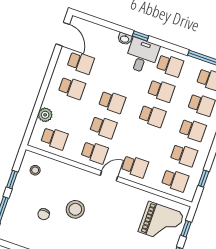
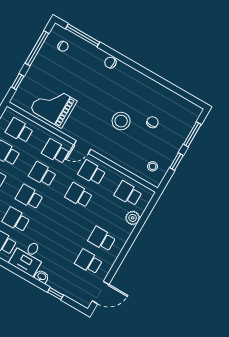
door: (63, 34) -> (101, 293), swing flipped
window: (140, 36) -> (55, 294), moved
school desk: (112, 102) -> (42, 174), moved
grand piano: (161, 223) -> (53, 106), moved

